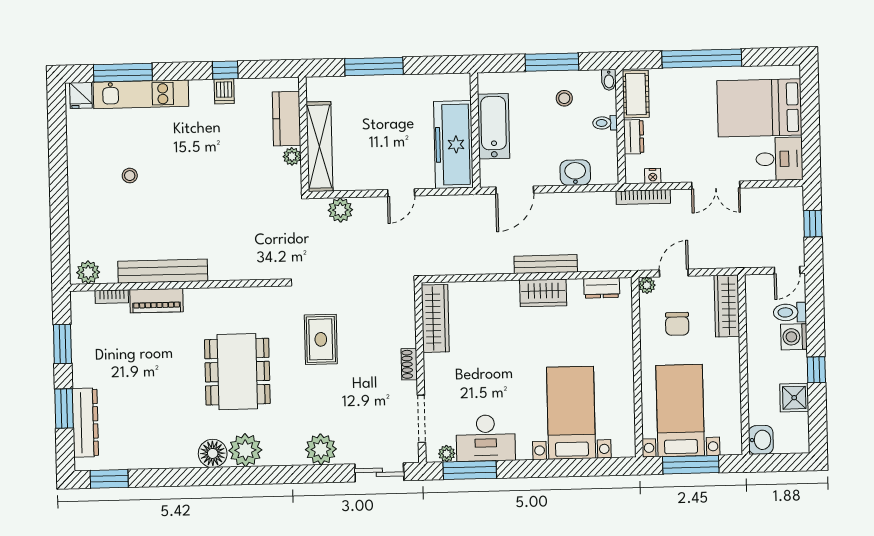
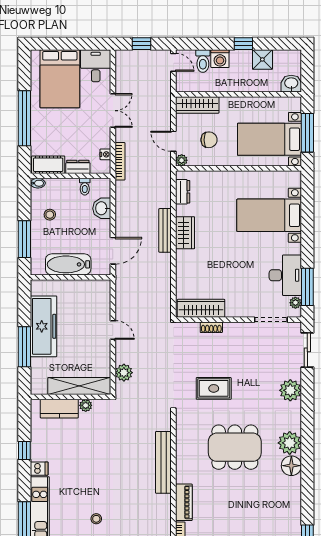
window: (552, 62) -> (24, 239), moved
dishwasher: (224, 91) -> (39, 469), moved
toilet: (605, 123) -> (85, 187), moved
freezer: (453, 145) -> (44, 326), moved, turned -90
door: (515, 190) -> (113, 251), hinge flipped
bench: (163, 271) -> (163, 462), moved
shoe rack: (409, 364) -> (211, 327), moved

